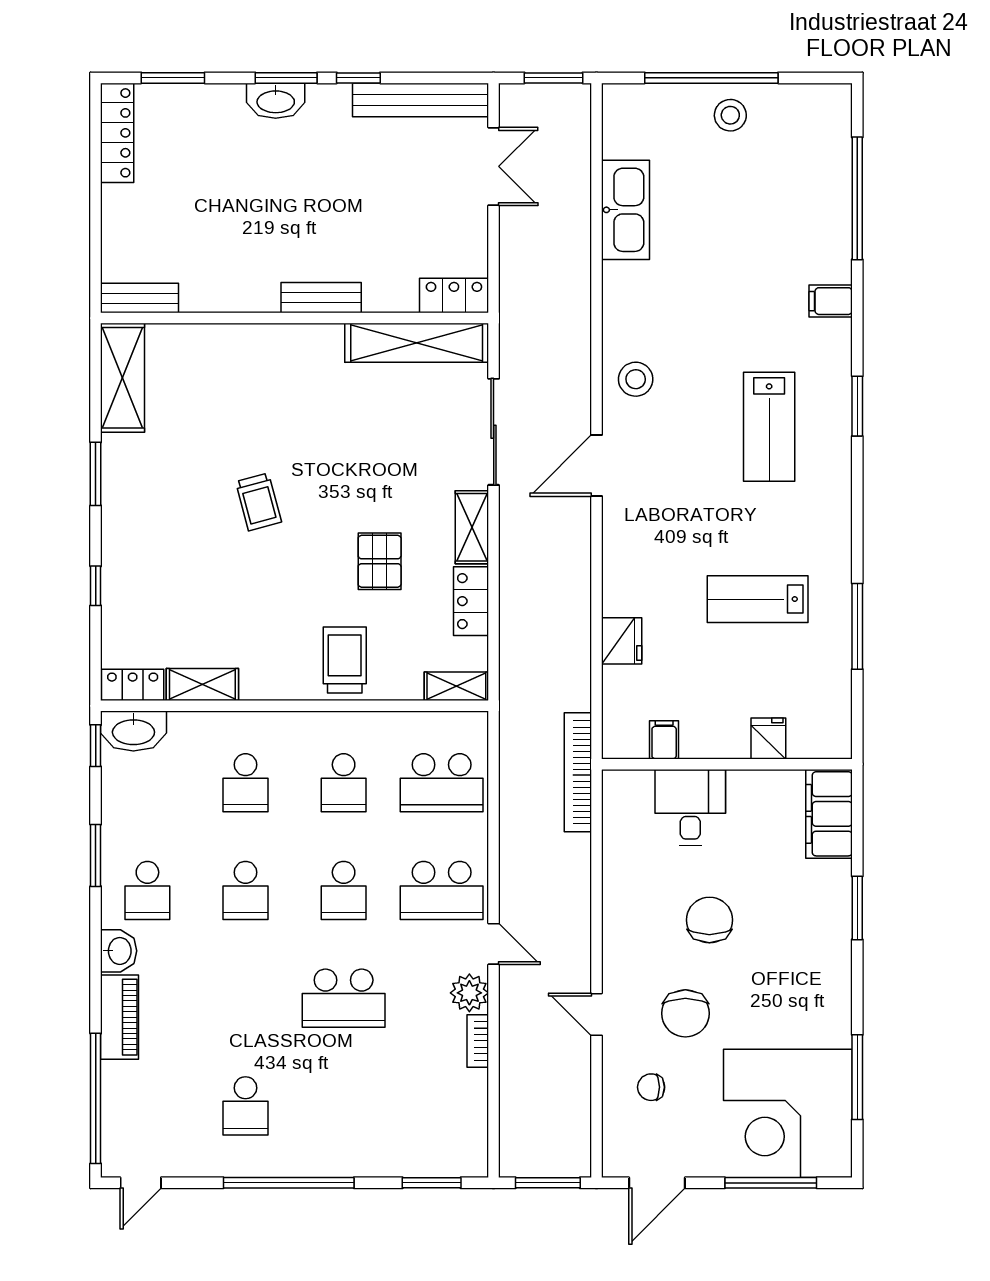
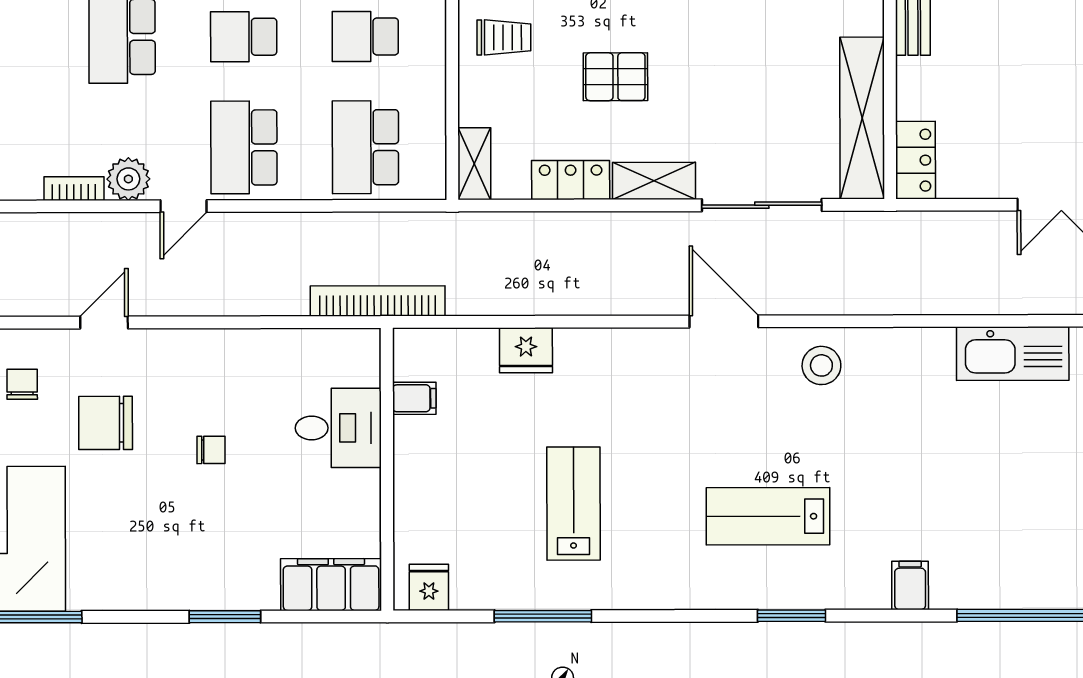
trolley: (345, 660) -> (504, 37), width x0.73, depth x0.72
fridge: (768, 738) -> (429, 587), moved, turned -90
chair: (709, 920) -> (211, 450), width x0.54, depth x0.54

